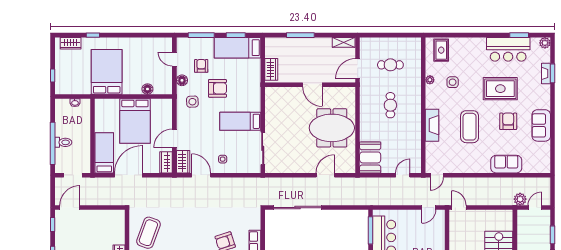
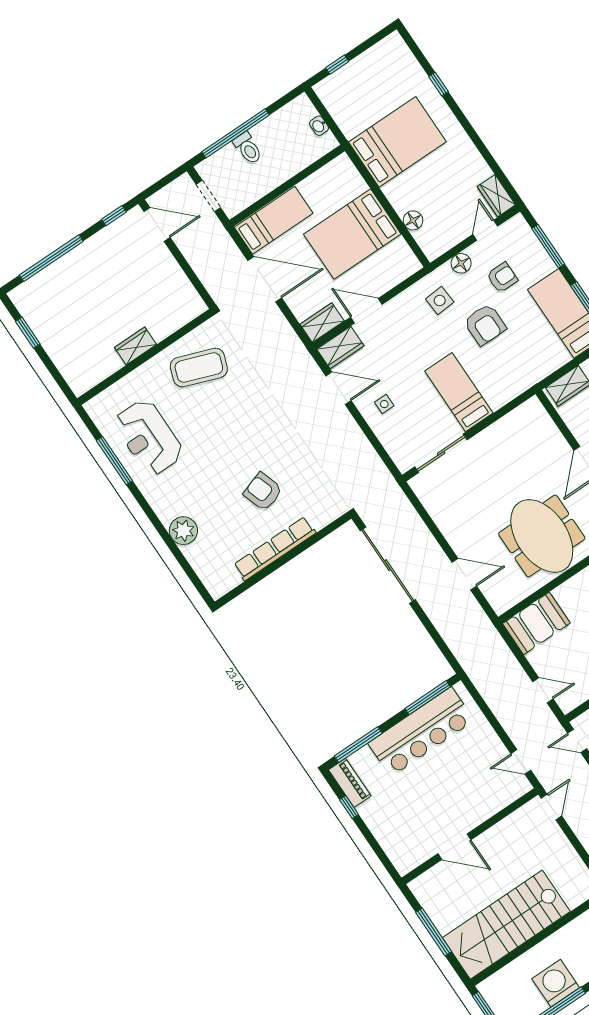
wardrobe: (71, 43) -> (496, 196), moved
door: (201, 175) -> (338, 388), hinge flipped

